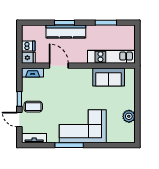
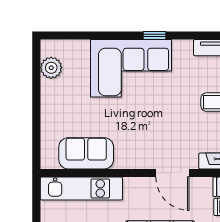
plant: (129, 116) -> (51, 68), moved
window: (69, 145) -> (155, 36), width x0.46

